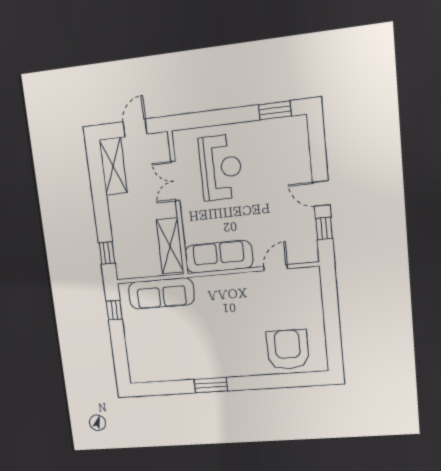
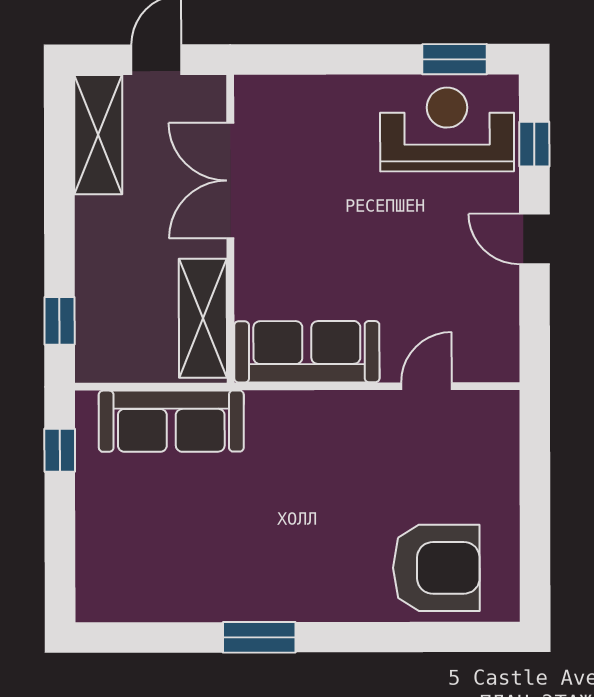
reception desk: (221, 168) -> (447, 129), moved, turned -90
double door: (175, 181) -> (230, 181), width x1.37
window: (324, 228) -> (534, 144), moved
armchair: (288, 350) -> (436, 568), turned 90

